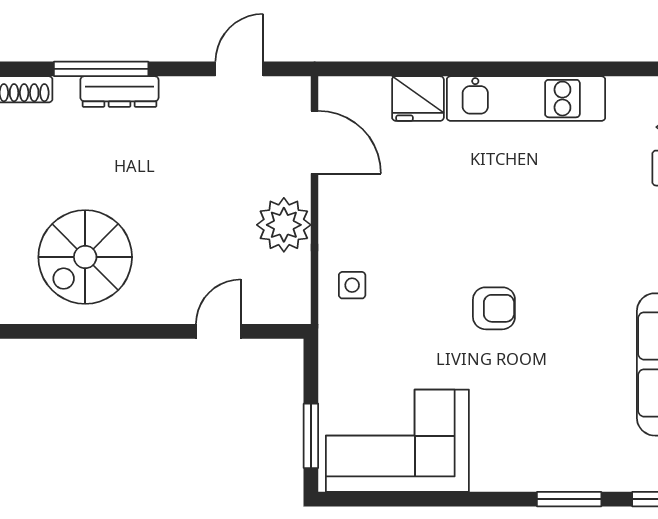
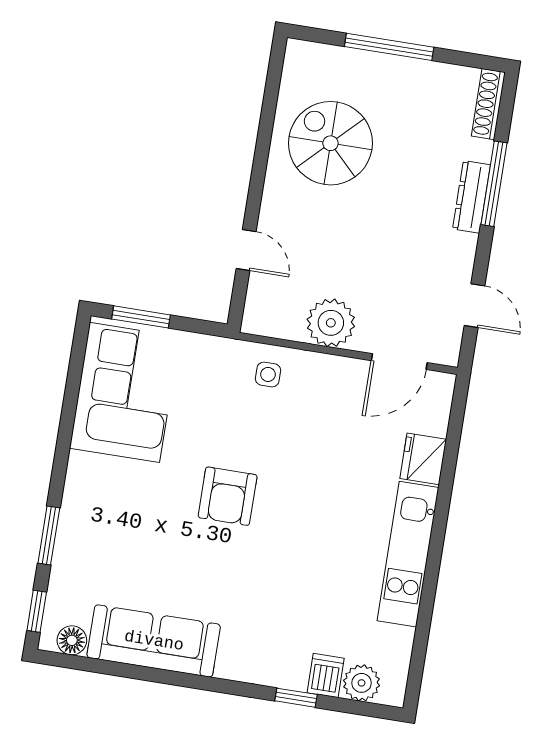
armchair: (494, 308) -> (228, 496), width x1.38, depth x1.38

